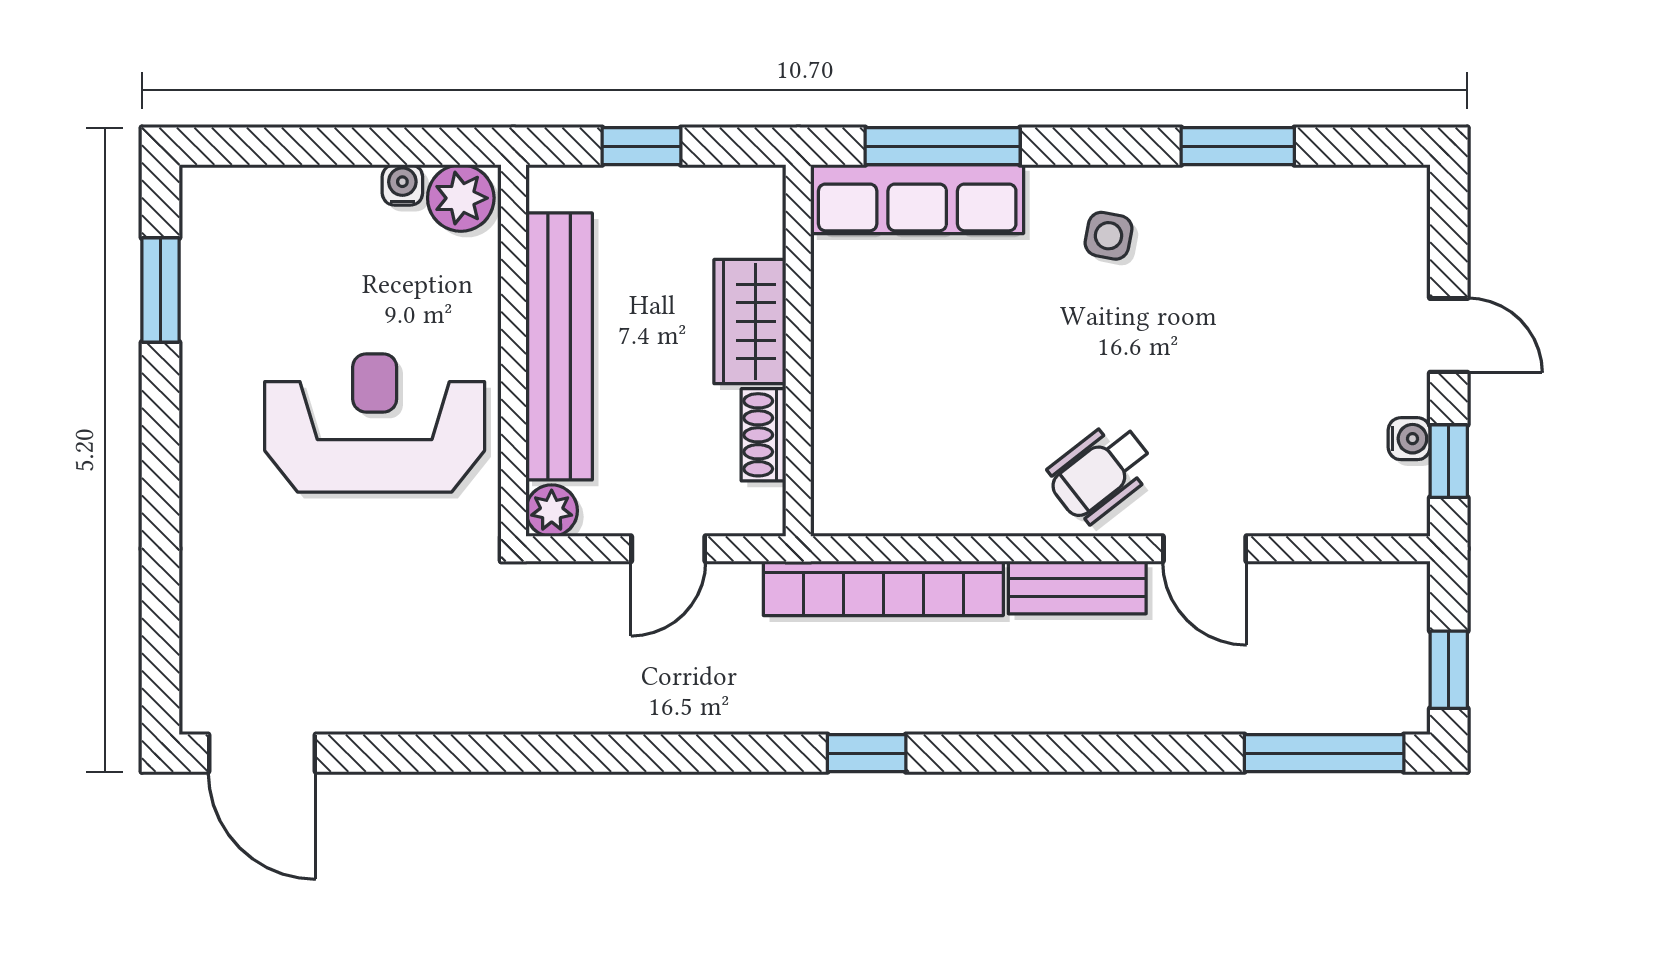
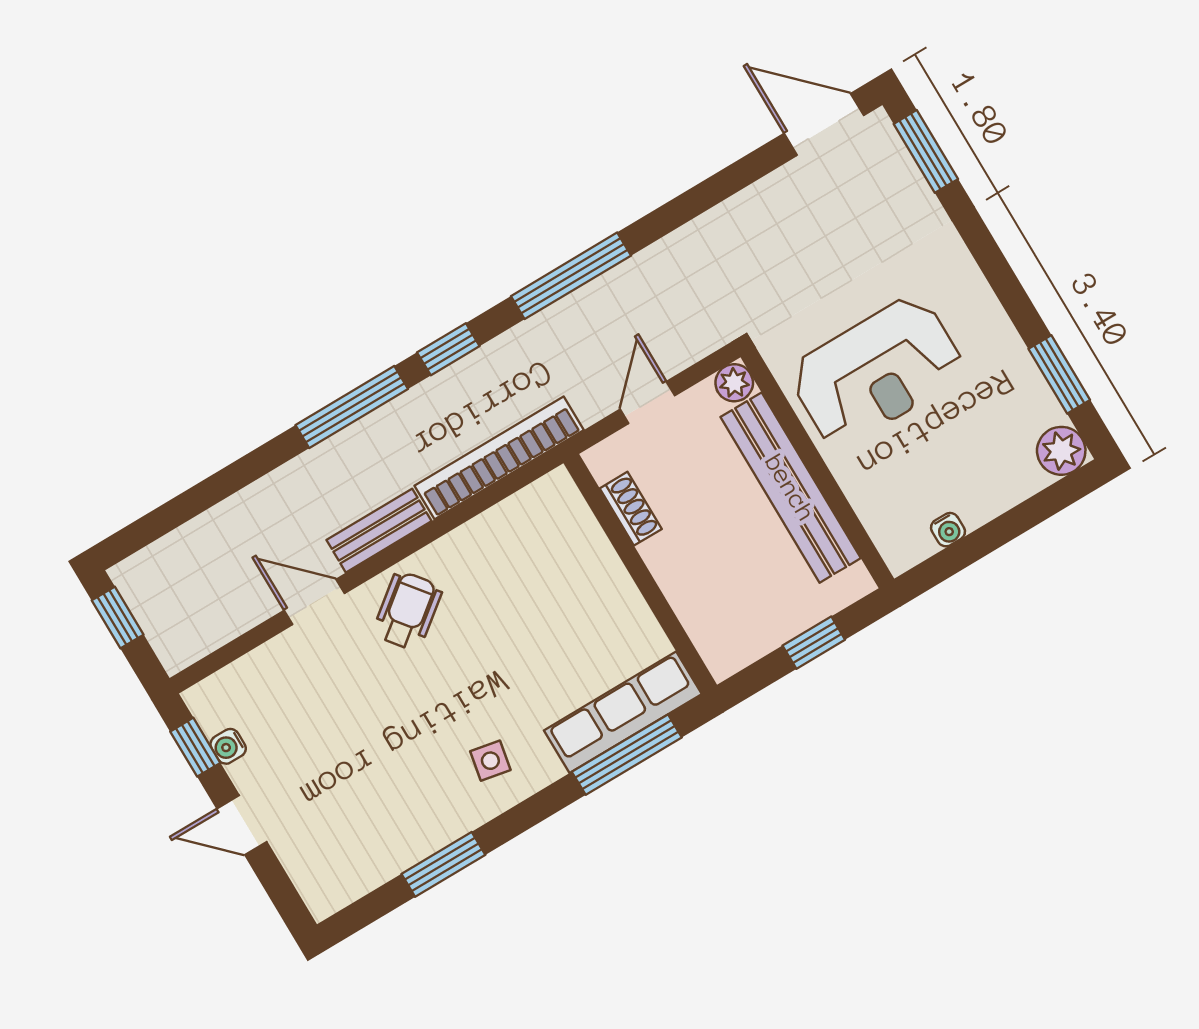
plant: (461, 198) -> (1061, 451), moved
wardrobe: (750, 322) -> (681, 574), removed
window: (160, 649) -> (926, 151), added
window: (669, 753) -> (571, 276), added
window: (1324, 753) -> (352, 407), moved

